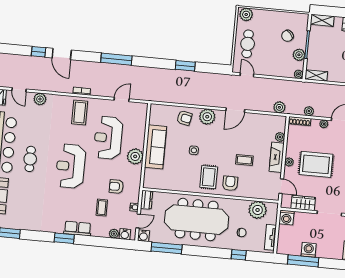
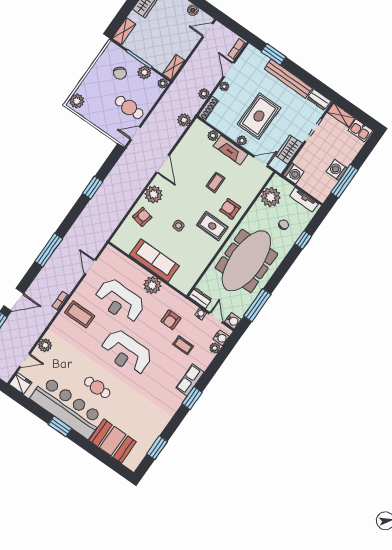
cafe table: (248, 44) -> (129, 107), moved

